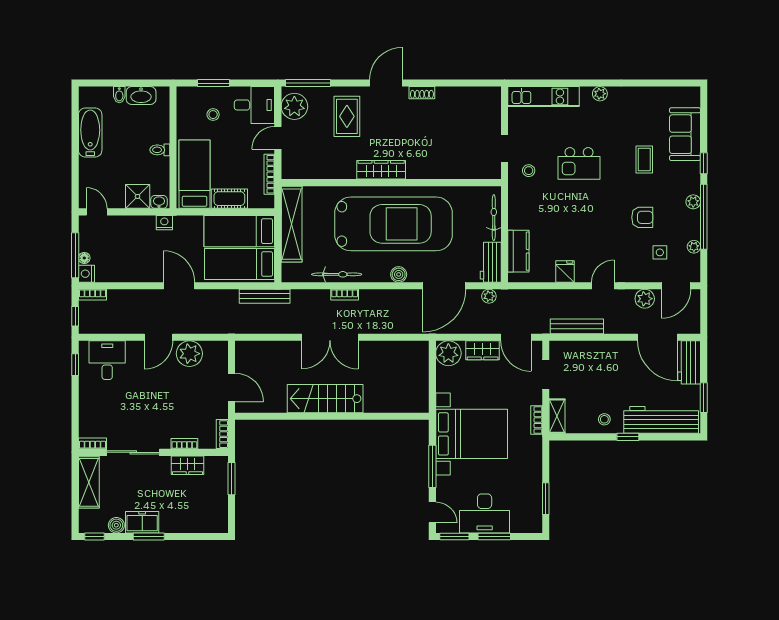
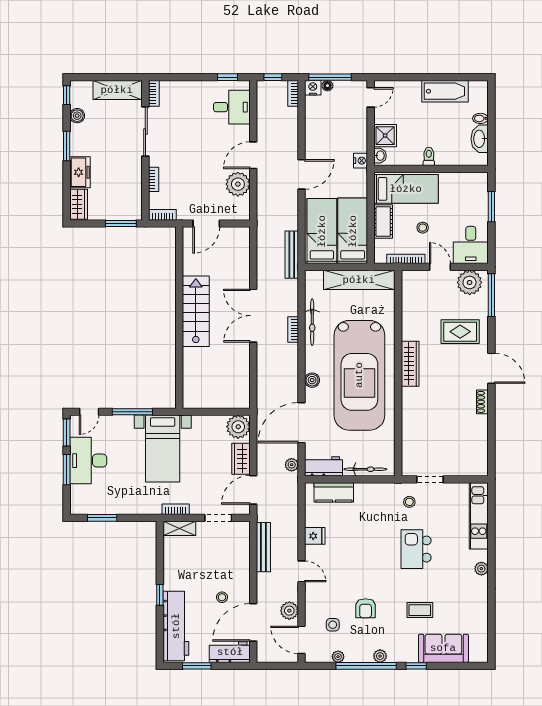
stool: (213, 115) -> (423, 228), moved
door: (444, 286) -> (302, 423), hinge flipped
door: (159, 337) -> (253, 155), hinge flipped
stool: (604, 419) -> (222, 597), moved
bed with nightstands: (472, 434) -> (163, 449), width x0.73
wardrobe: (187, 465) -> (79, 204), moved, turned 180
freezer: (142, 522) -> (80, 172), moved

